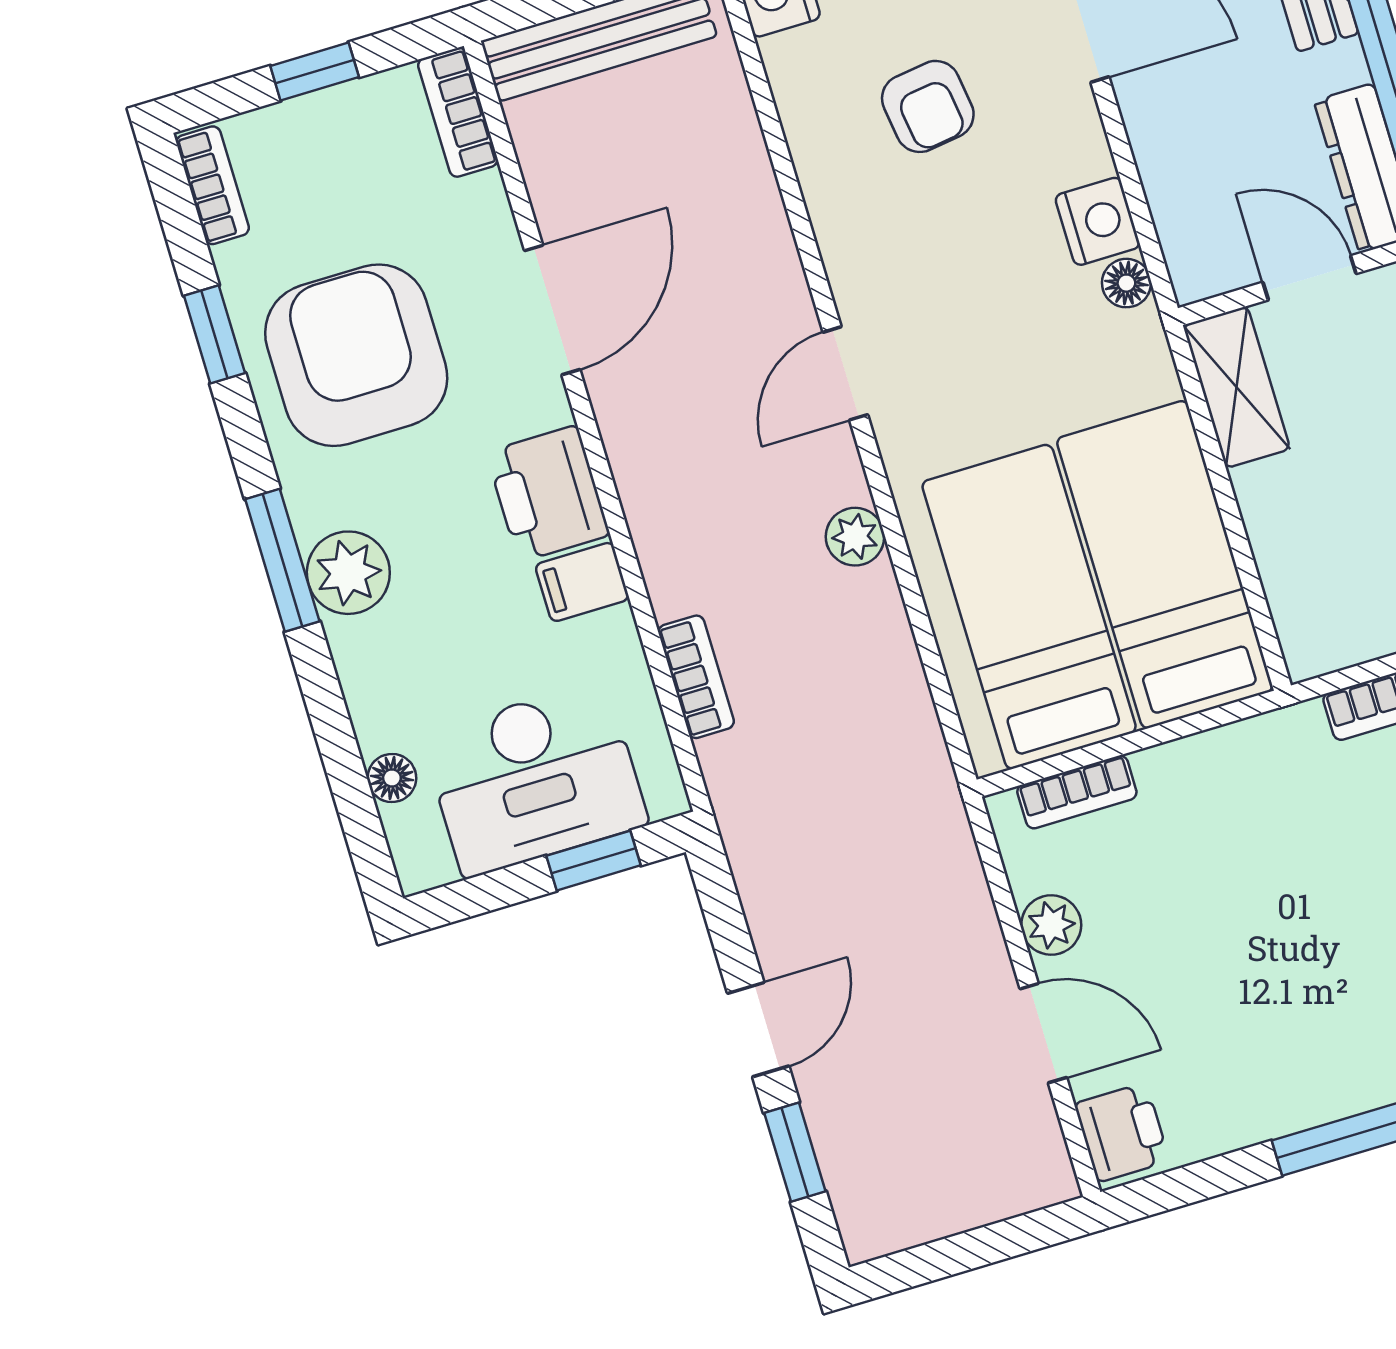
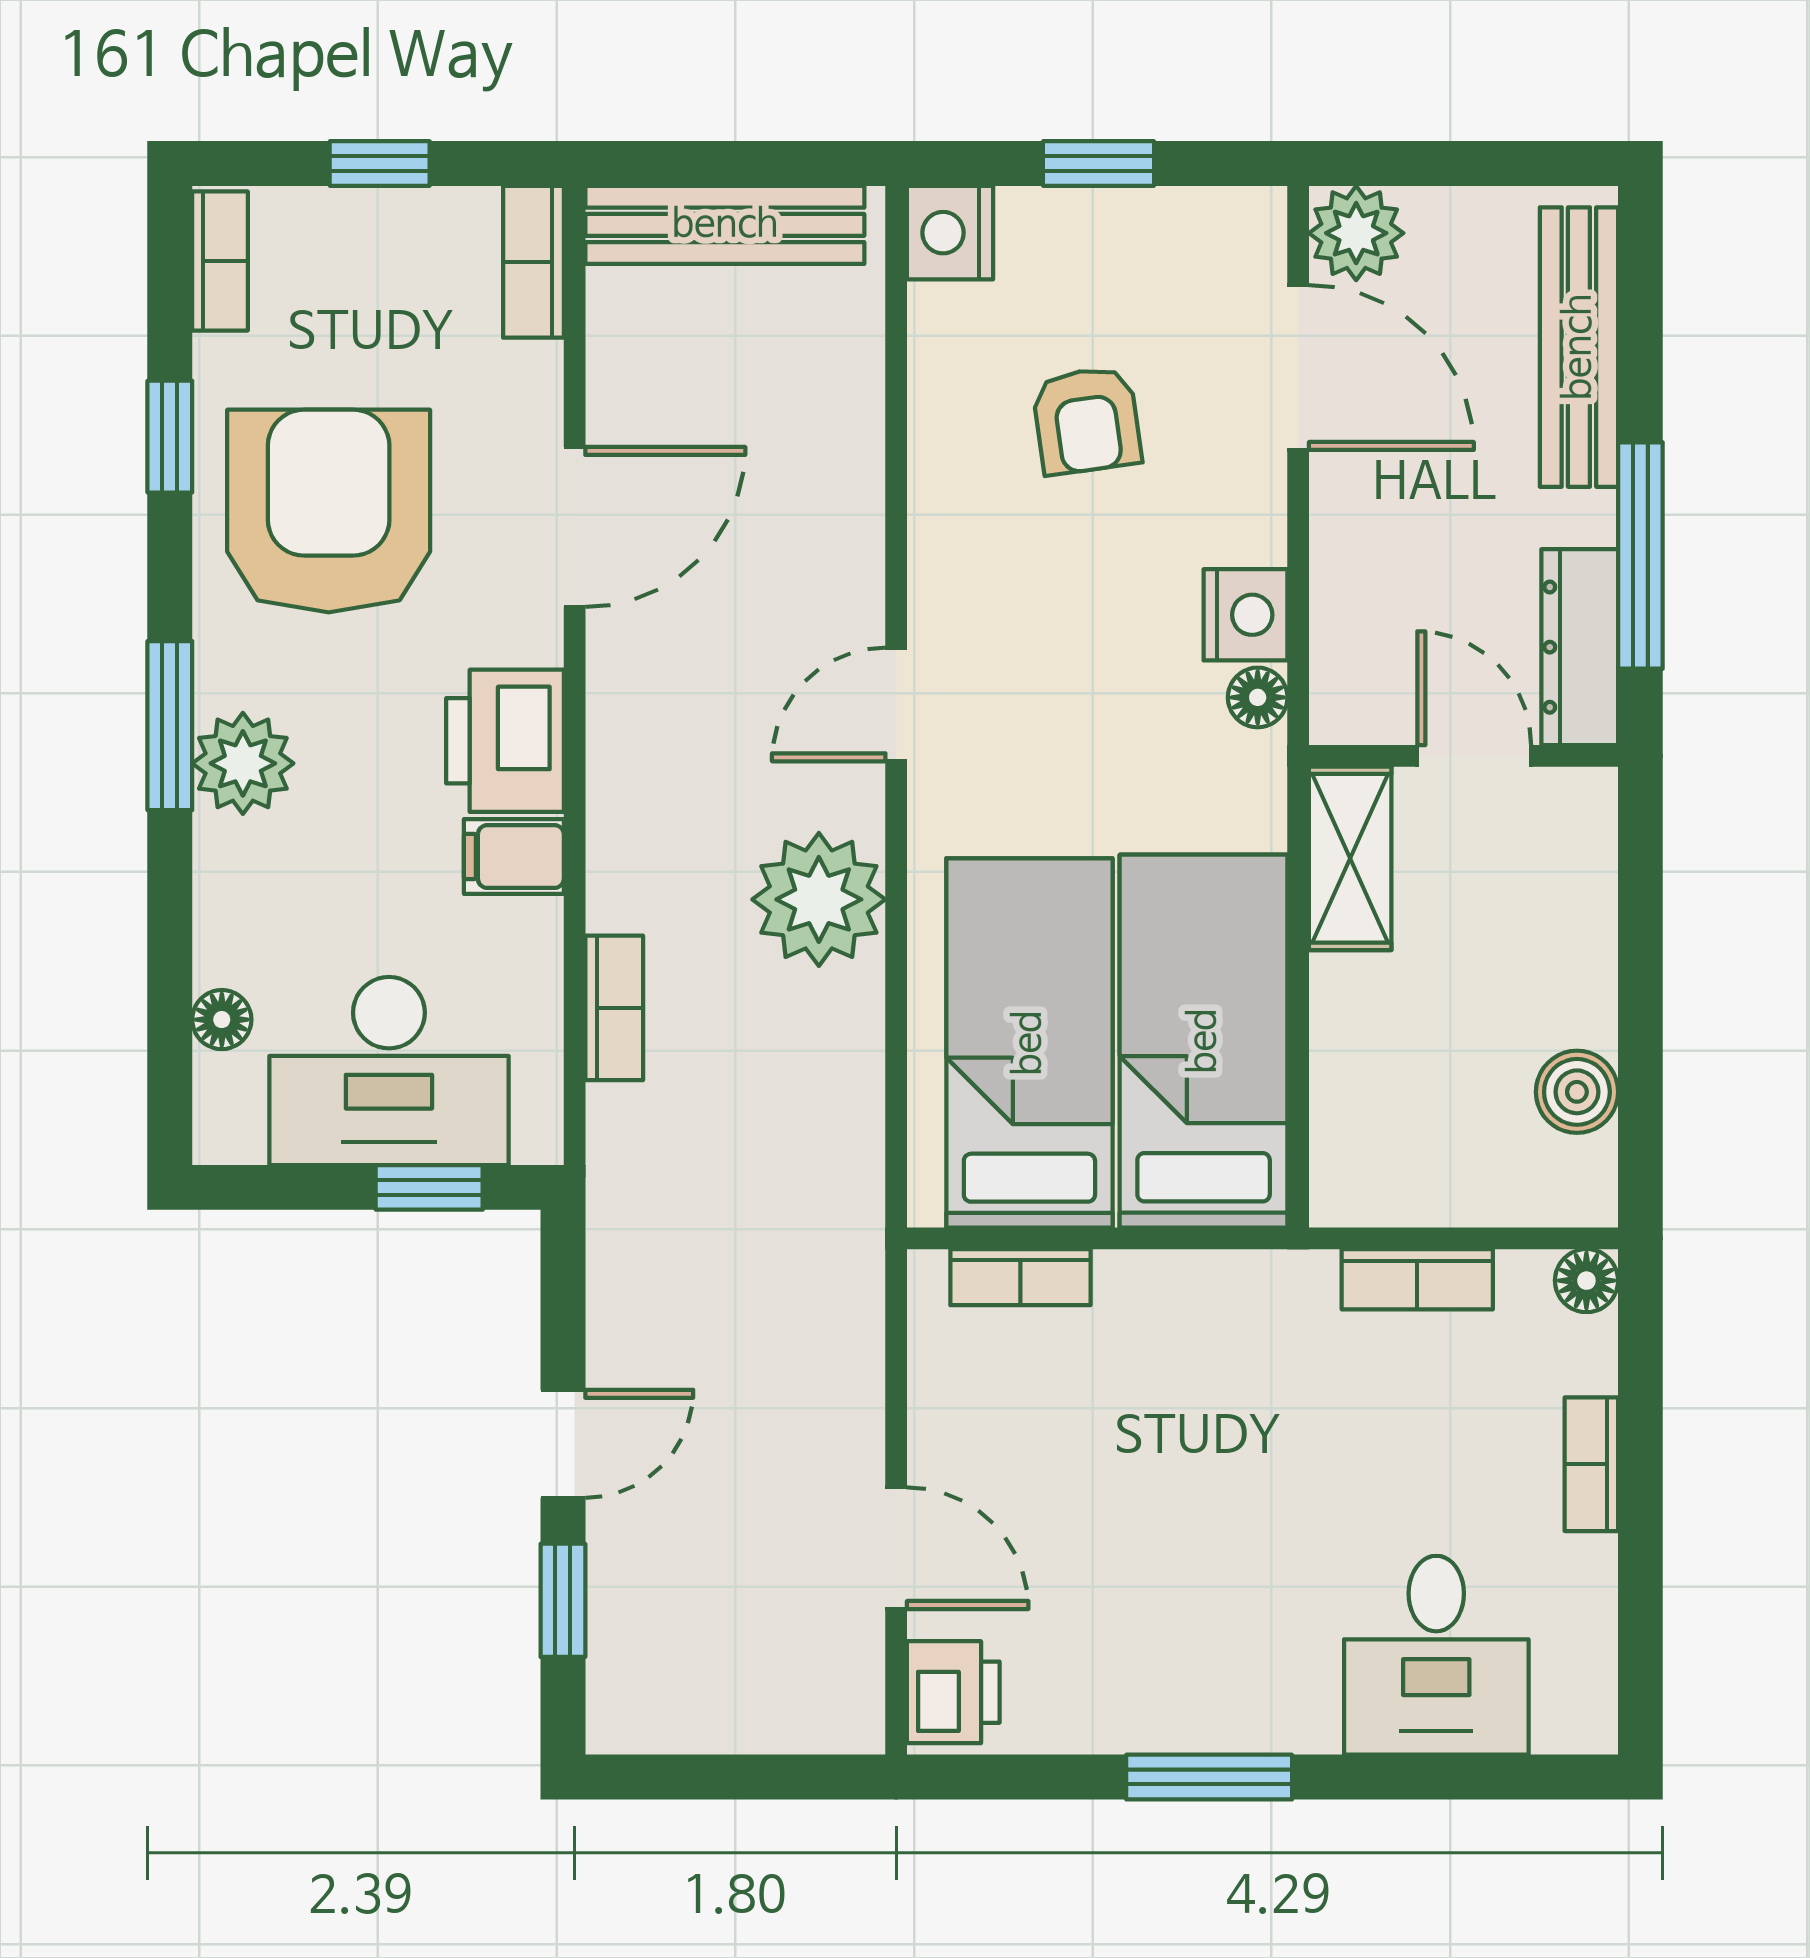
plant: (855, 537) -> (819, 899), width x1.88, depth x1.88
plant: (1051, 925) -> (943, 1424), removed

